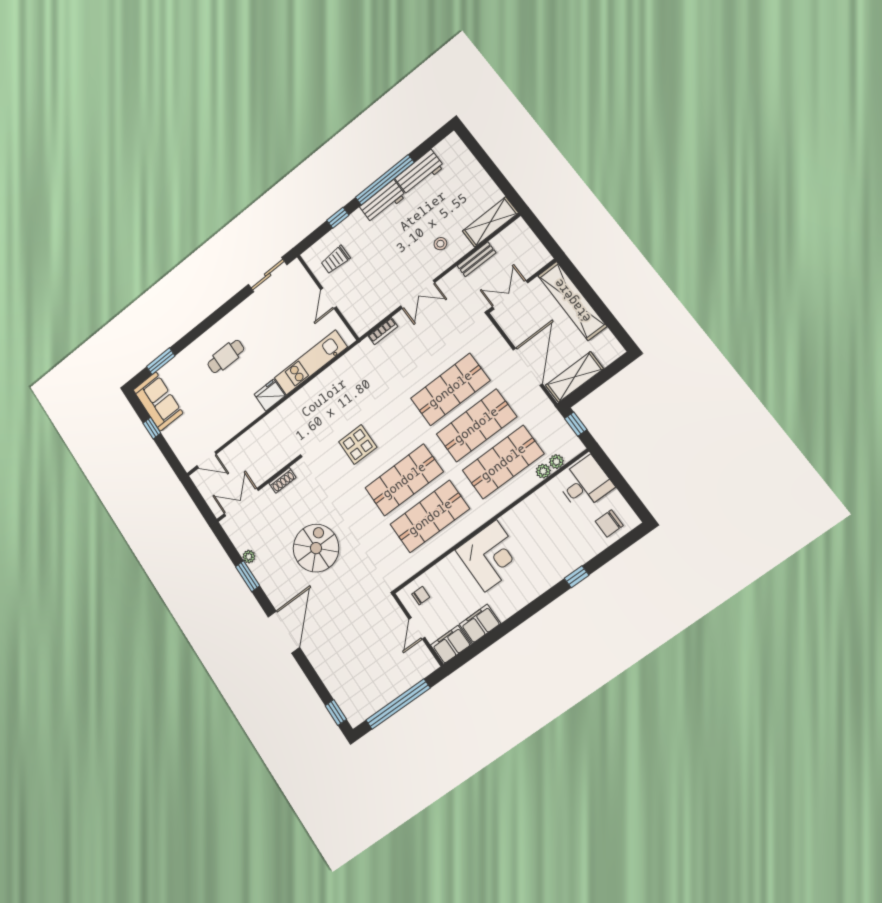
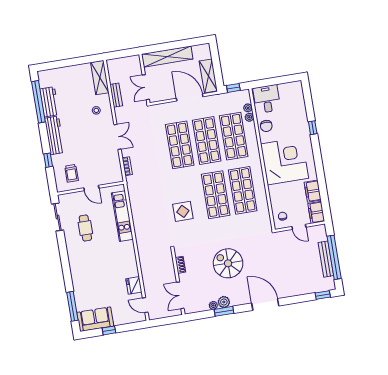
window: (385, 180) -> (38, 102), moved
workbench: (383, 201) -> (55, 135), width x1.38
cafe table: (226, 356) -> (85, 228), moved
window: (161, 361) -> (72, 306), width x1.44
fridge: (270, 395) -> (134, 285), moved
door: (207, 460) -> (145, 305), swing flipped
chair: (609, 523) -> (266, 126), moved
corner desk: (491, 556) -> (284, 161), width x1.36, depth x1.36
plant: (260, 570) -> (224, 302), added
bench: (389, 693) -> (326, 259), added

